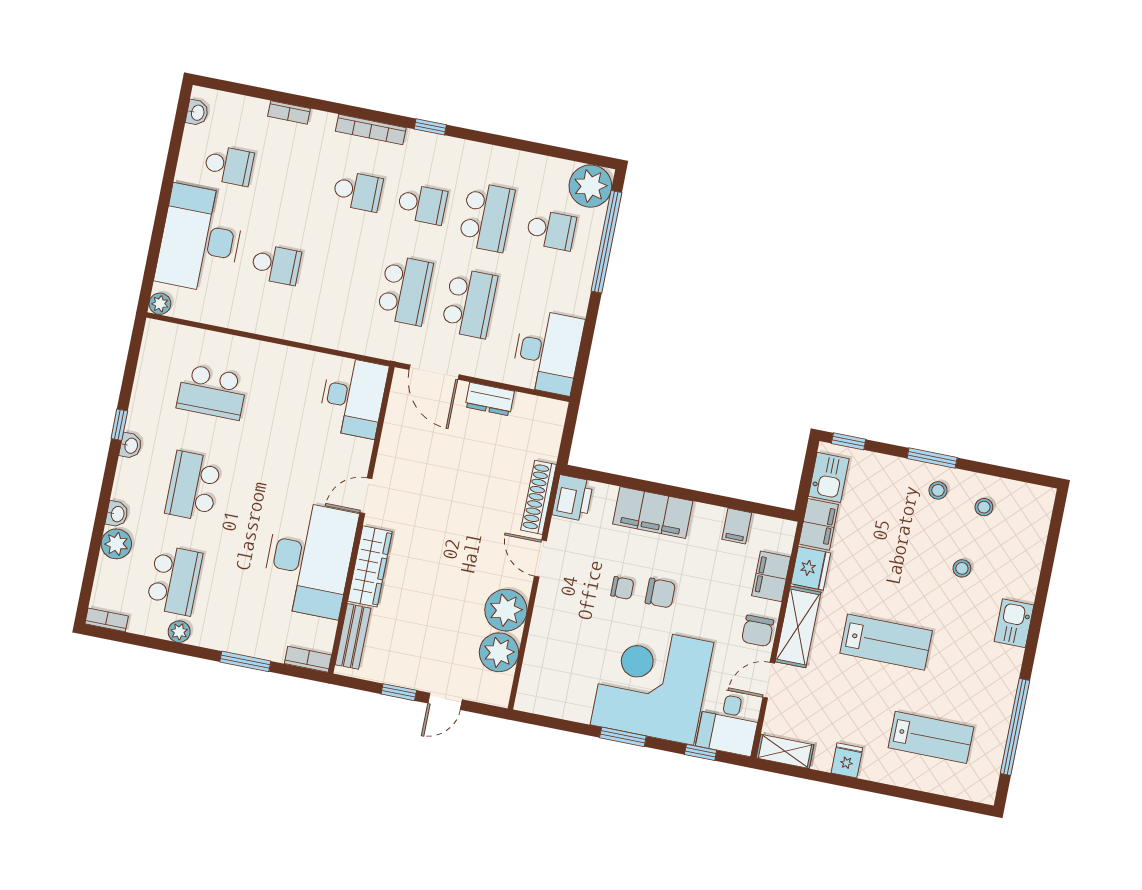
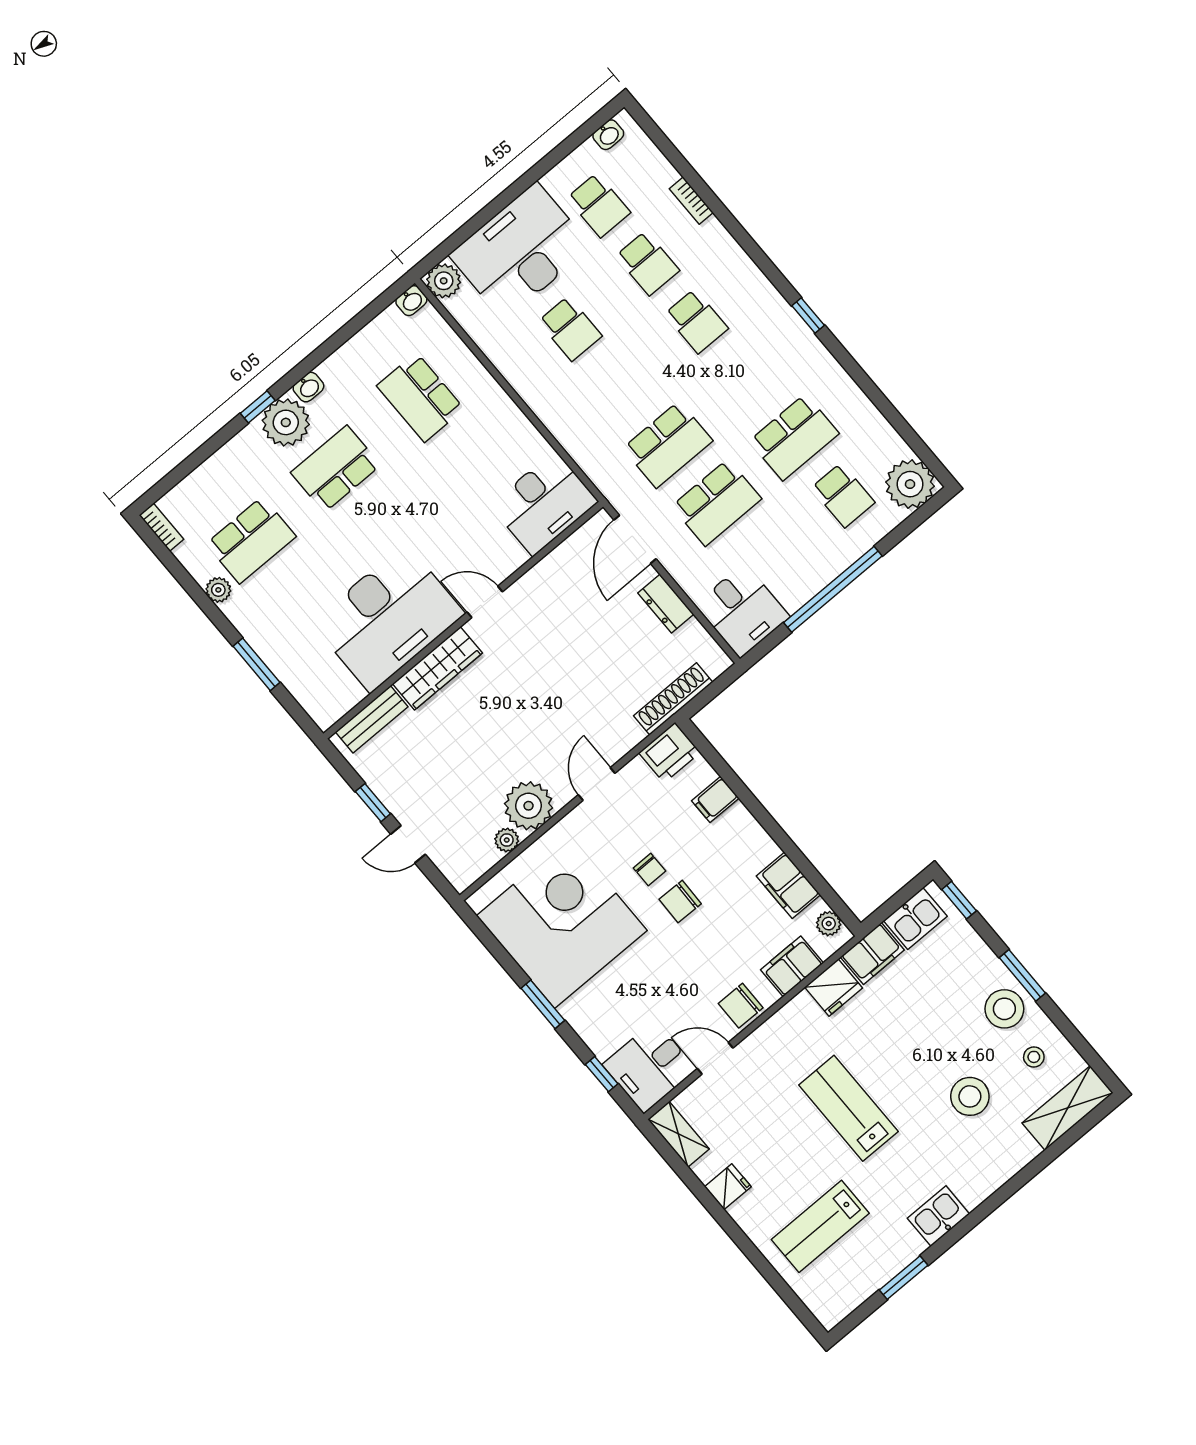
bookcase: (371, 129) -> (753, 275), removed
school desk: (422, 204) -> (648, 263), moved
window: (606, 242) -> (833, 589), moved
plant: (160, 304) -> (444, 281), width x1.38, depth x1.38
desk: (547, 352) -> (742, 611), width x0.73
window: (119, 425) -> (258, 407), moved
stool: (938, 490) -> (1004, 1009), width x1.89, depth x1.89
shoe rack: (539, 497) -> (673, 699), moved
filing cabinet: (653, 513) -> (715, 799), width x0.33, depth x0.86
washbasin: (117, 514) -> (411, 301), moved
filing cabinet: (737, 526) -> (788, 885), width x2.00
plant: (773, 528) -> (829, 924), added
plant: (116, 544) -> (286, 422), moved, width x1.36, depth x1.36
stool: (962, 568) -> (970, 1096), width x1.89, depth x1.89
chair: (660, 593) -> (680, 902), turned 91
kitchen sink: (1014, 623) -> (938, 1216), moved
shelving: (798, 627) -> (1068, 1108), moved
lab bench: (886, 642) -> (848, 1108), turned 180
plant: (499, 652) -> (507, 840), width x0.53, depth x0.53
bookcase: (308, 659) -> (314, 708), removed
corner desk: (652, 684) -> (562, 923), moved
window: (1015, 727) -> (904, 1278), width x0.47
lab bench: (931, 737) -> (820, 1226), turned 90

